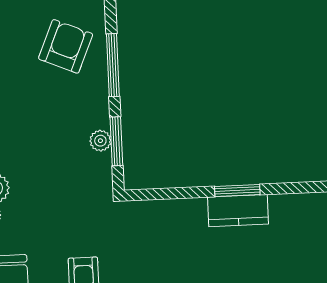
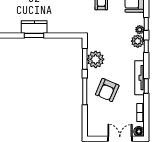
armchair: (66, 46) -> (107, 90), moved
plant: (100, 141) -> (96, 59), width x1.88, depth x1.88

